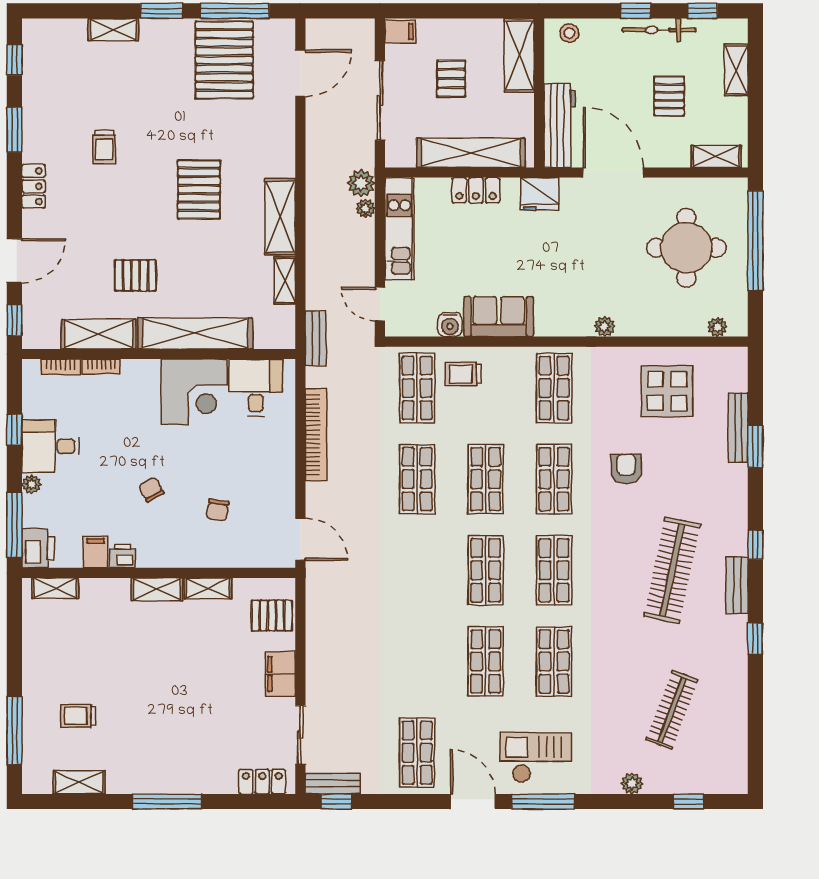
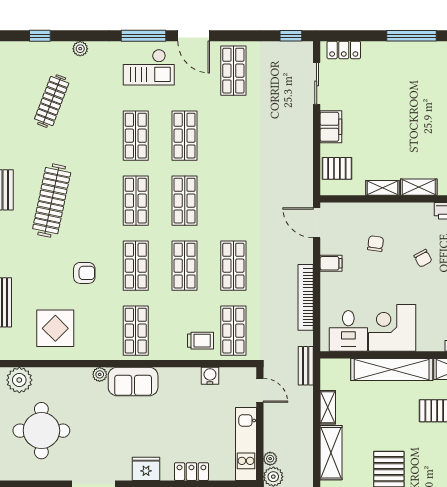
sofa: (499, 317) -> (133, 382), moved
plant: (717, 327) -> (19, 380), width x1.87, depth x1.87
armchair: (626, 469) -> (84, 273), turned -90
filing cabinet: (280, 482) -> (331, 263), added
bench: (333, 784) -> (293, 49), removed

